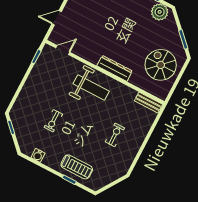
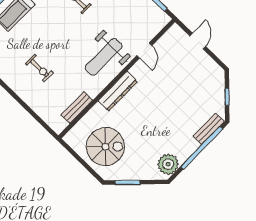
door: (63, 50) -> (144, 50), moved
bench: (148, 103) -> (77, 107), moved

